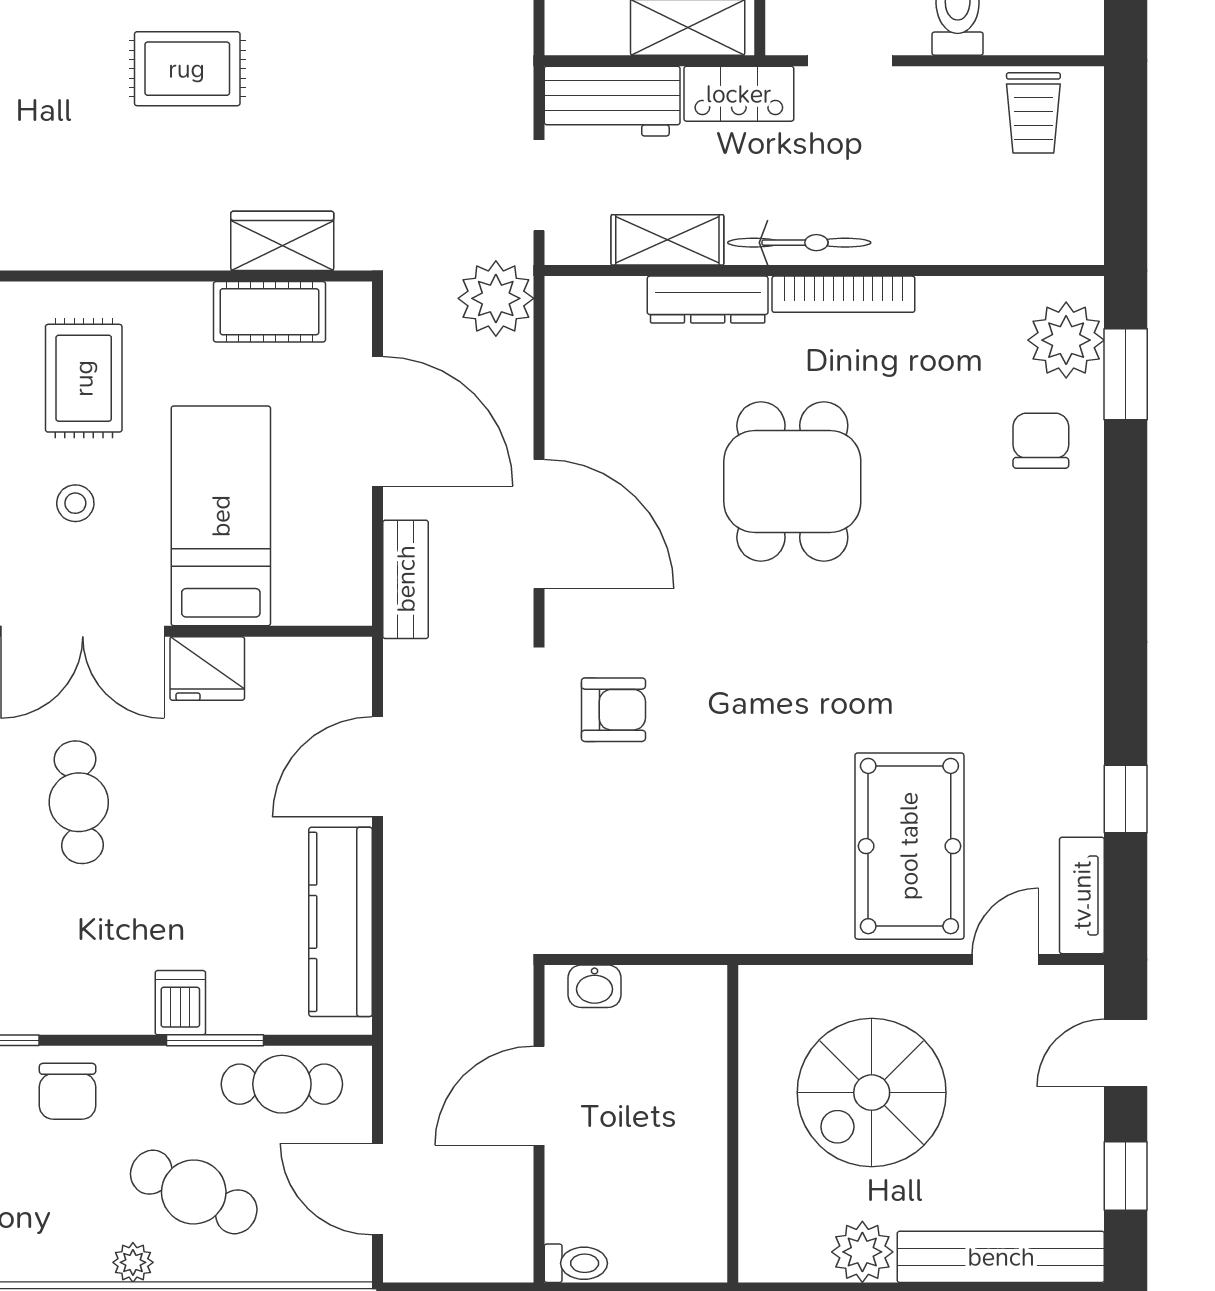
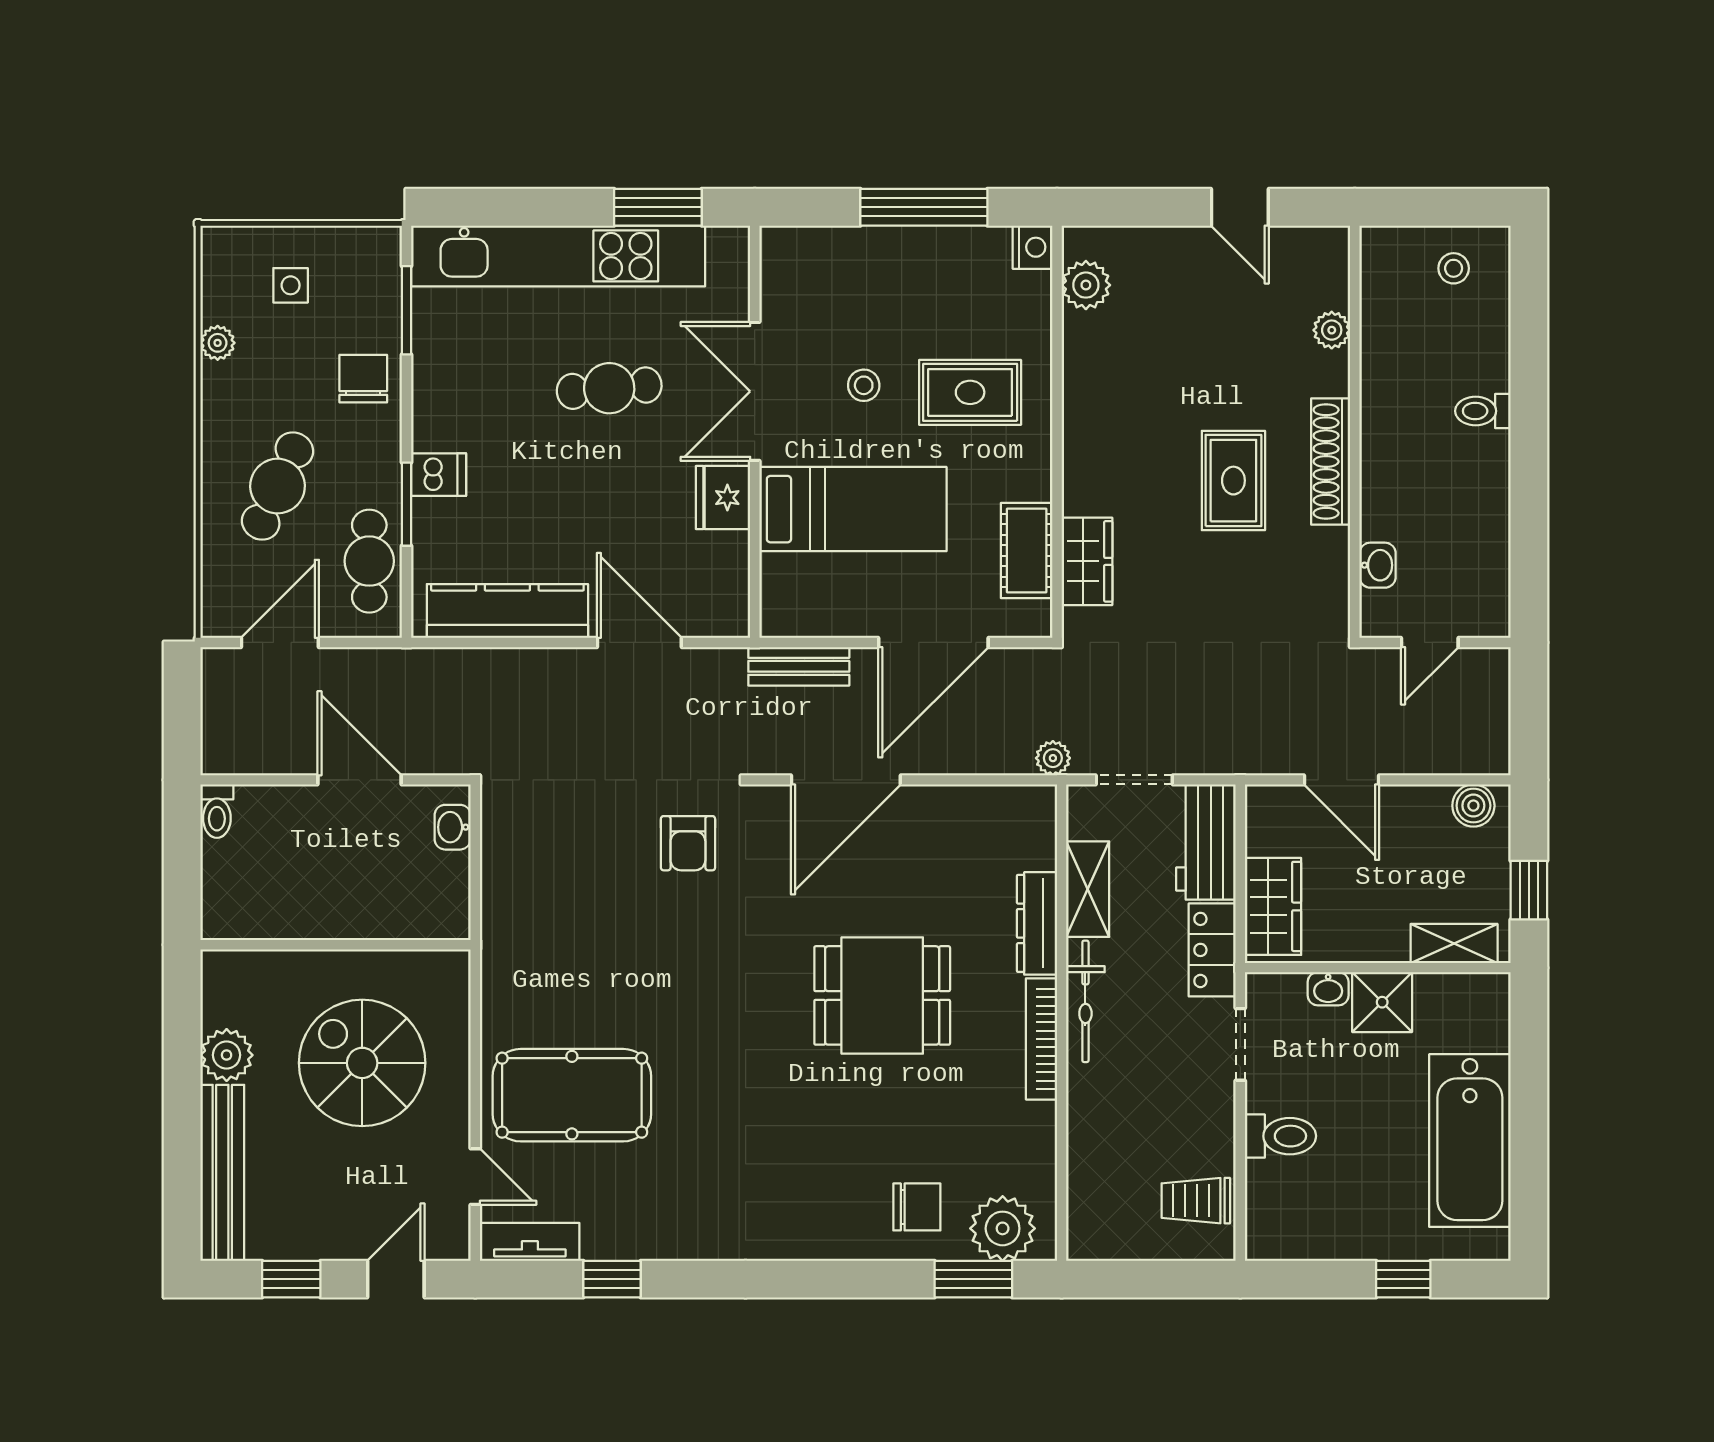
plant: (496, 298) -> (1053, 758), width x0.53, depth x0.53
door: (1126, 1053) -> (396, 1279), hinge flipped
chair: (68, 1091) -> (363, 379), turned 90
plant: (133, 1262) -> (218, 343), moved

